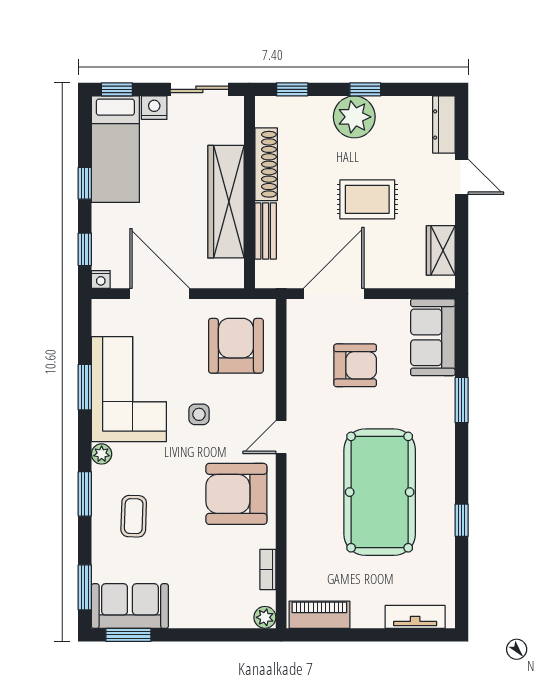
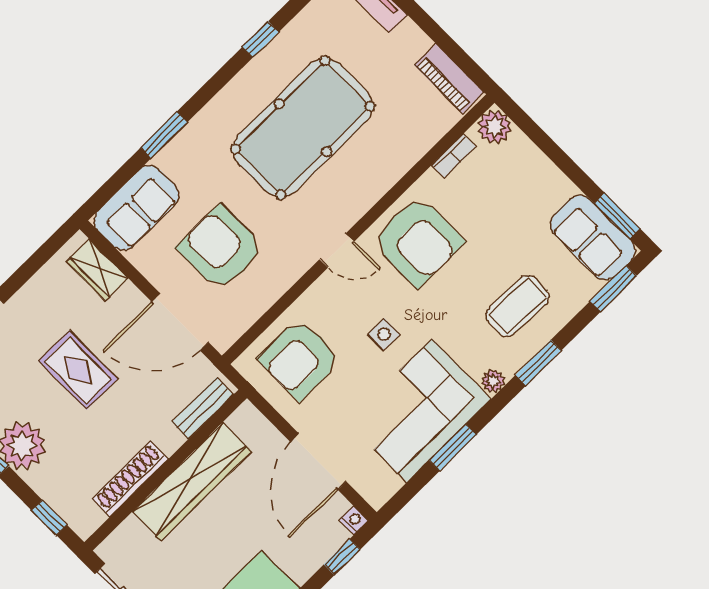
bench: (266, 231) -> (203, 408), moved
wardrobe: (441, 250) -> (97, 270), moved, turned 90
armchair: (355, 365) -> (221, 248), width x1.36, depth x1.36
coffee table: (134, 516) -> (517, 306), width x1.36, depth x1.30
plant: (265, 617) -> (494, 127), width x1.38, depth x1.38

